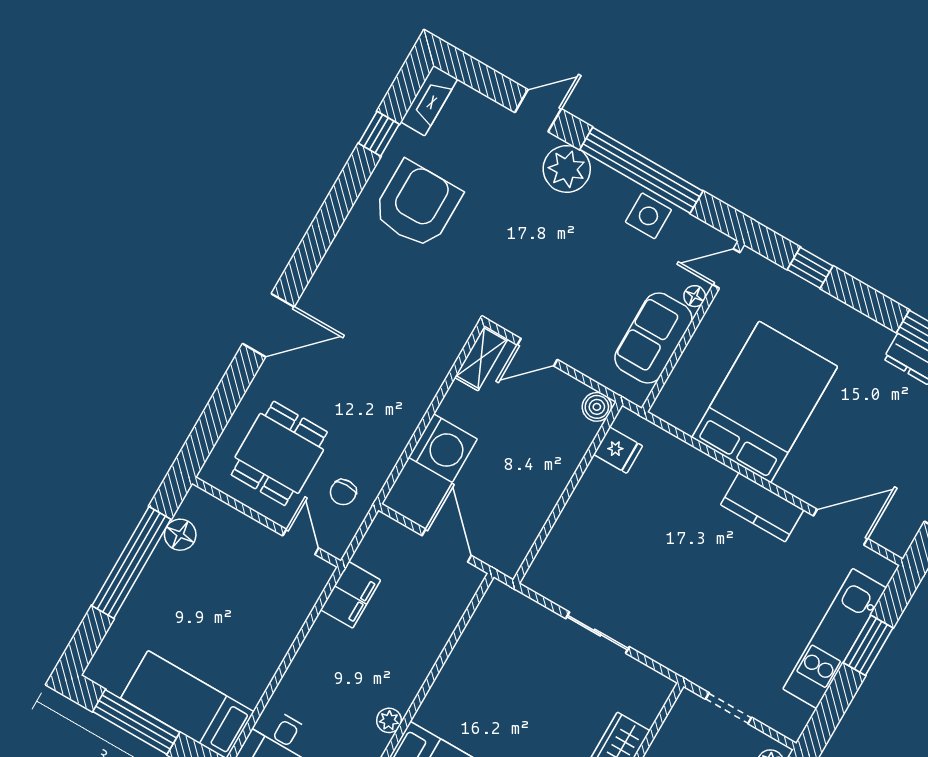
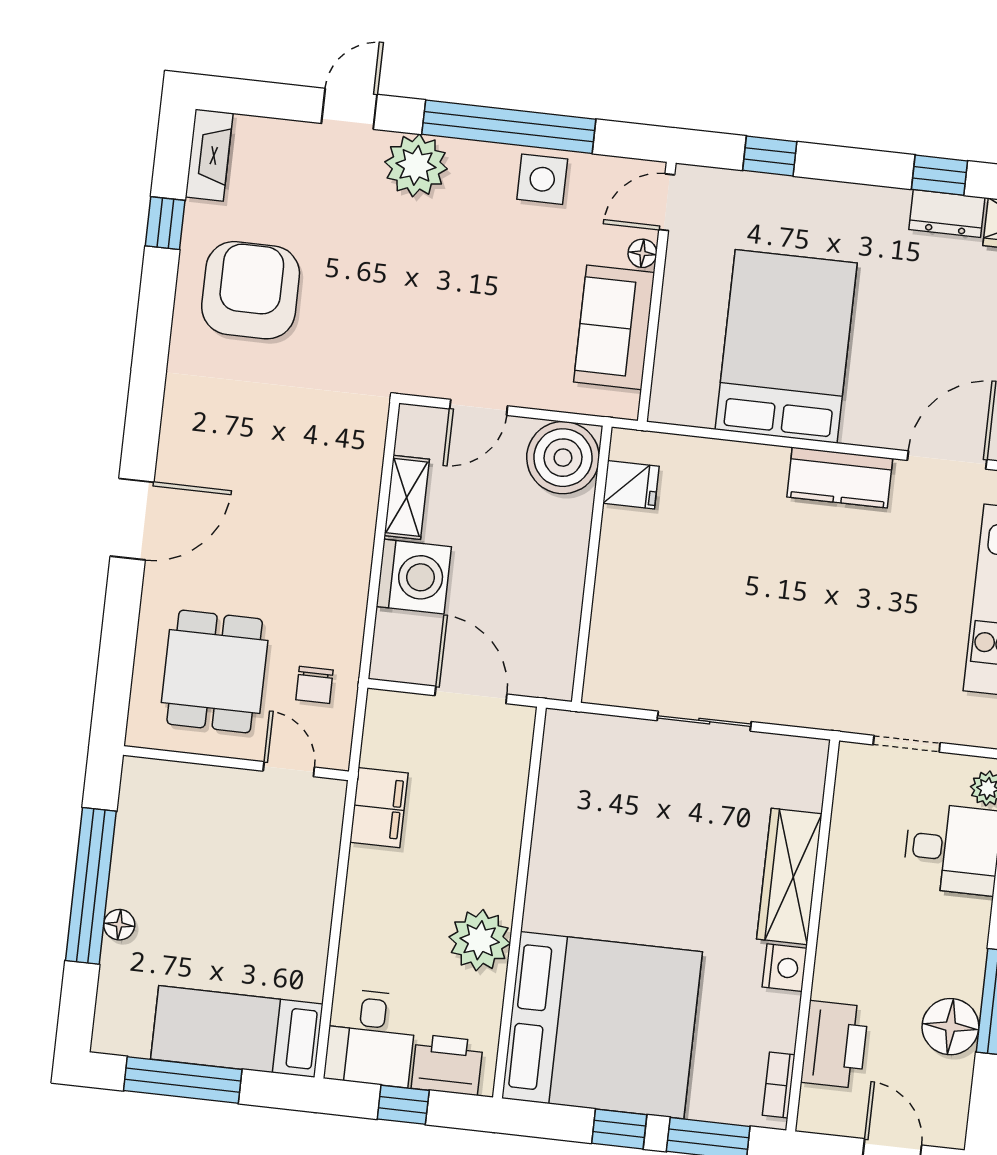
shelving: (481, 358) -> (407, 497), moved
boiler: (597, 407) -> (563, 458), width x1.86, depth x1.86
floor lamp: (180, 535) -> (119, 925), moved, width x0.73, depth x0.73
plant: (389, 720) -> (480, 940), width x1.87, depth x1.87

